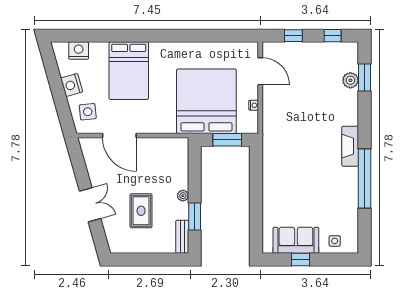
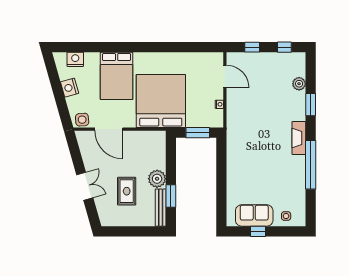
window: (365, 77) -> (311, 105), moved
bed: (206, 101) -> (161, 101), moved
side table: (88, 112) -> (82, 120), moved
plant: (183, 196) -> (157, 179), width x1.88, depth x1.88
bench: (182, 237) -> (161, 208), width x1.36

